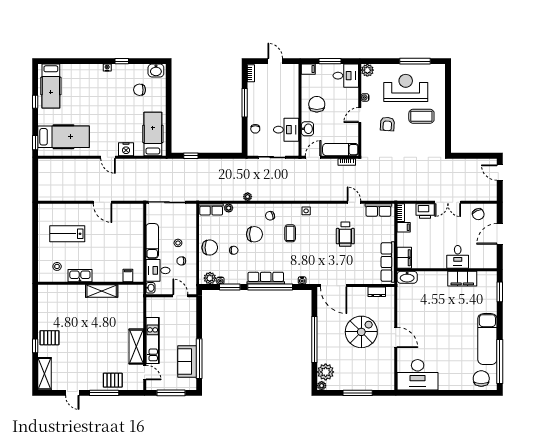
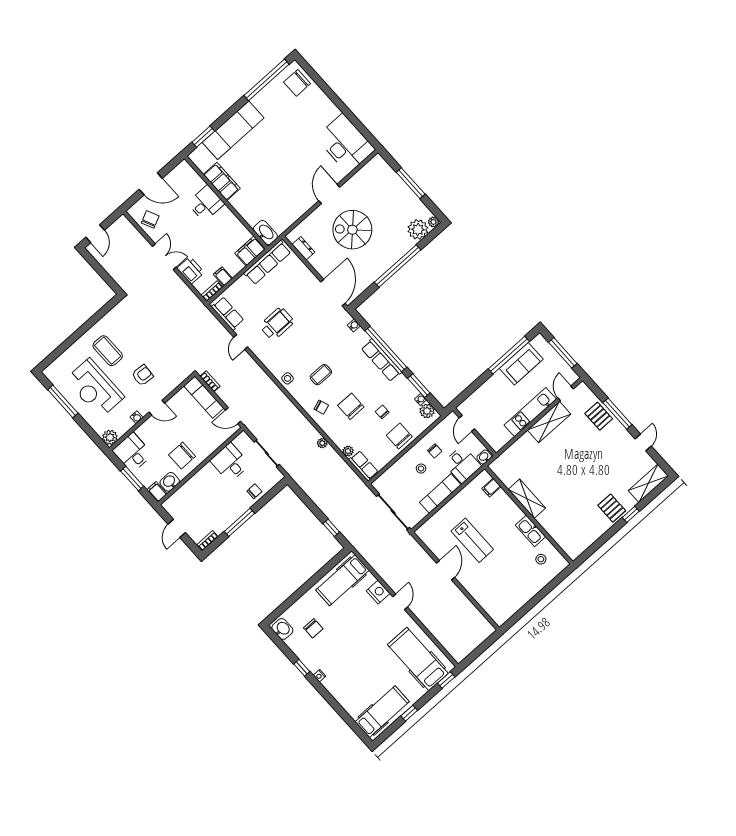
washbasin: (307, 129) -> (170, 482), moved
lab bench: (67, 234) -> (472, 540), moved
exam couch: (487, 339) -> (233, 130), moved

